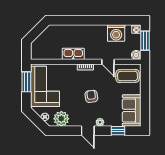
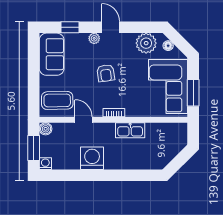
washing machine: (116, 33) -> (92, 158), moved

